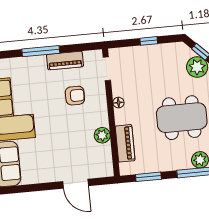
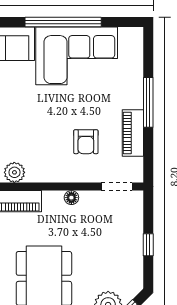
plant: (102, 135) -> (14, 172), moved

